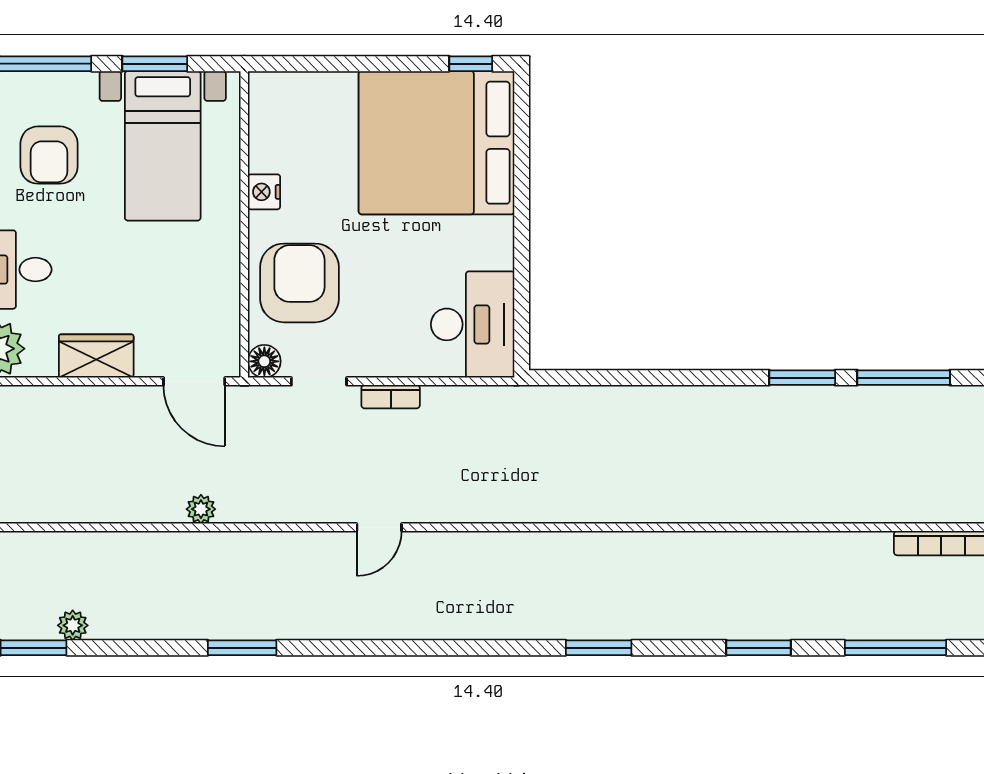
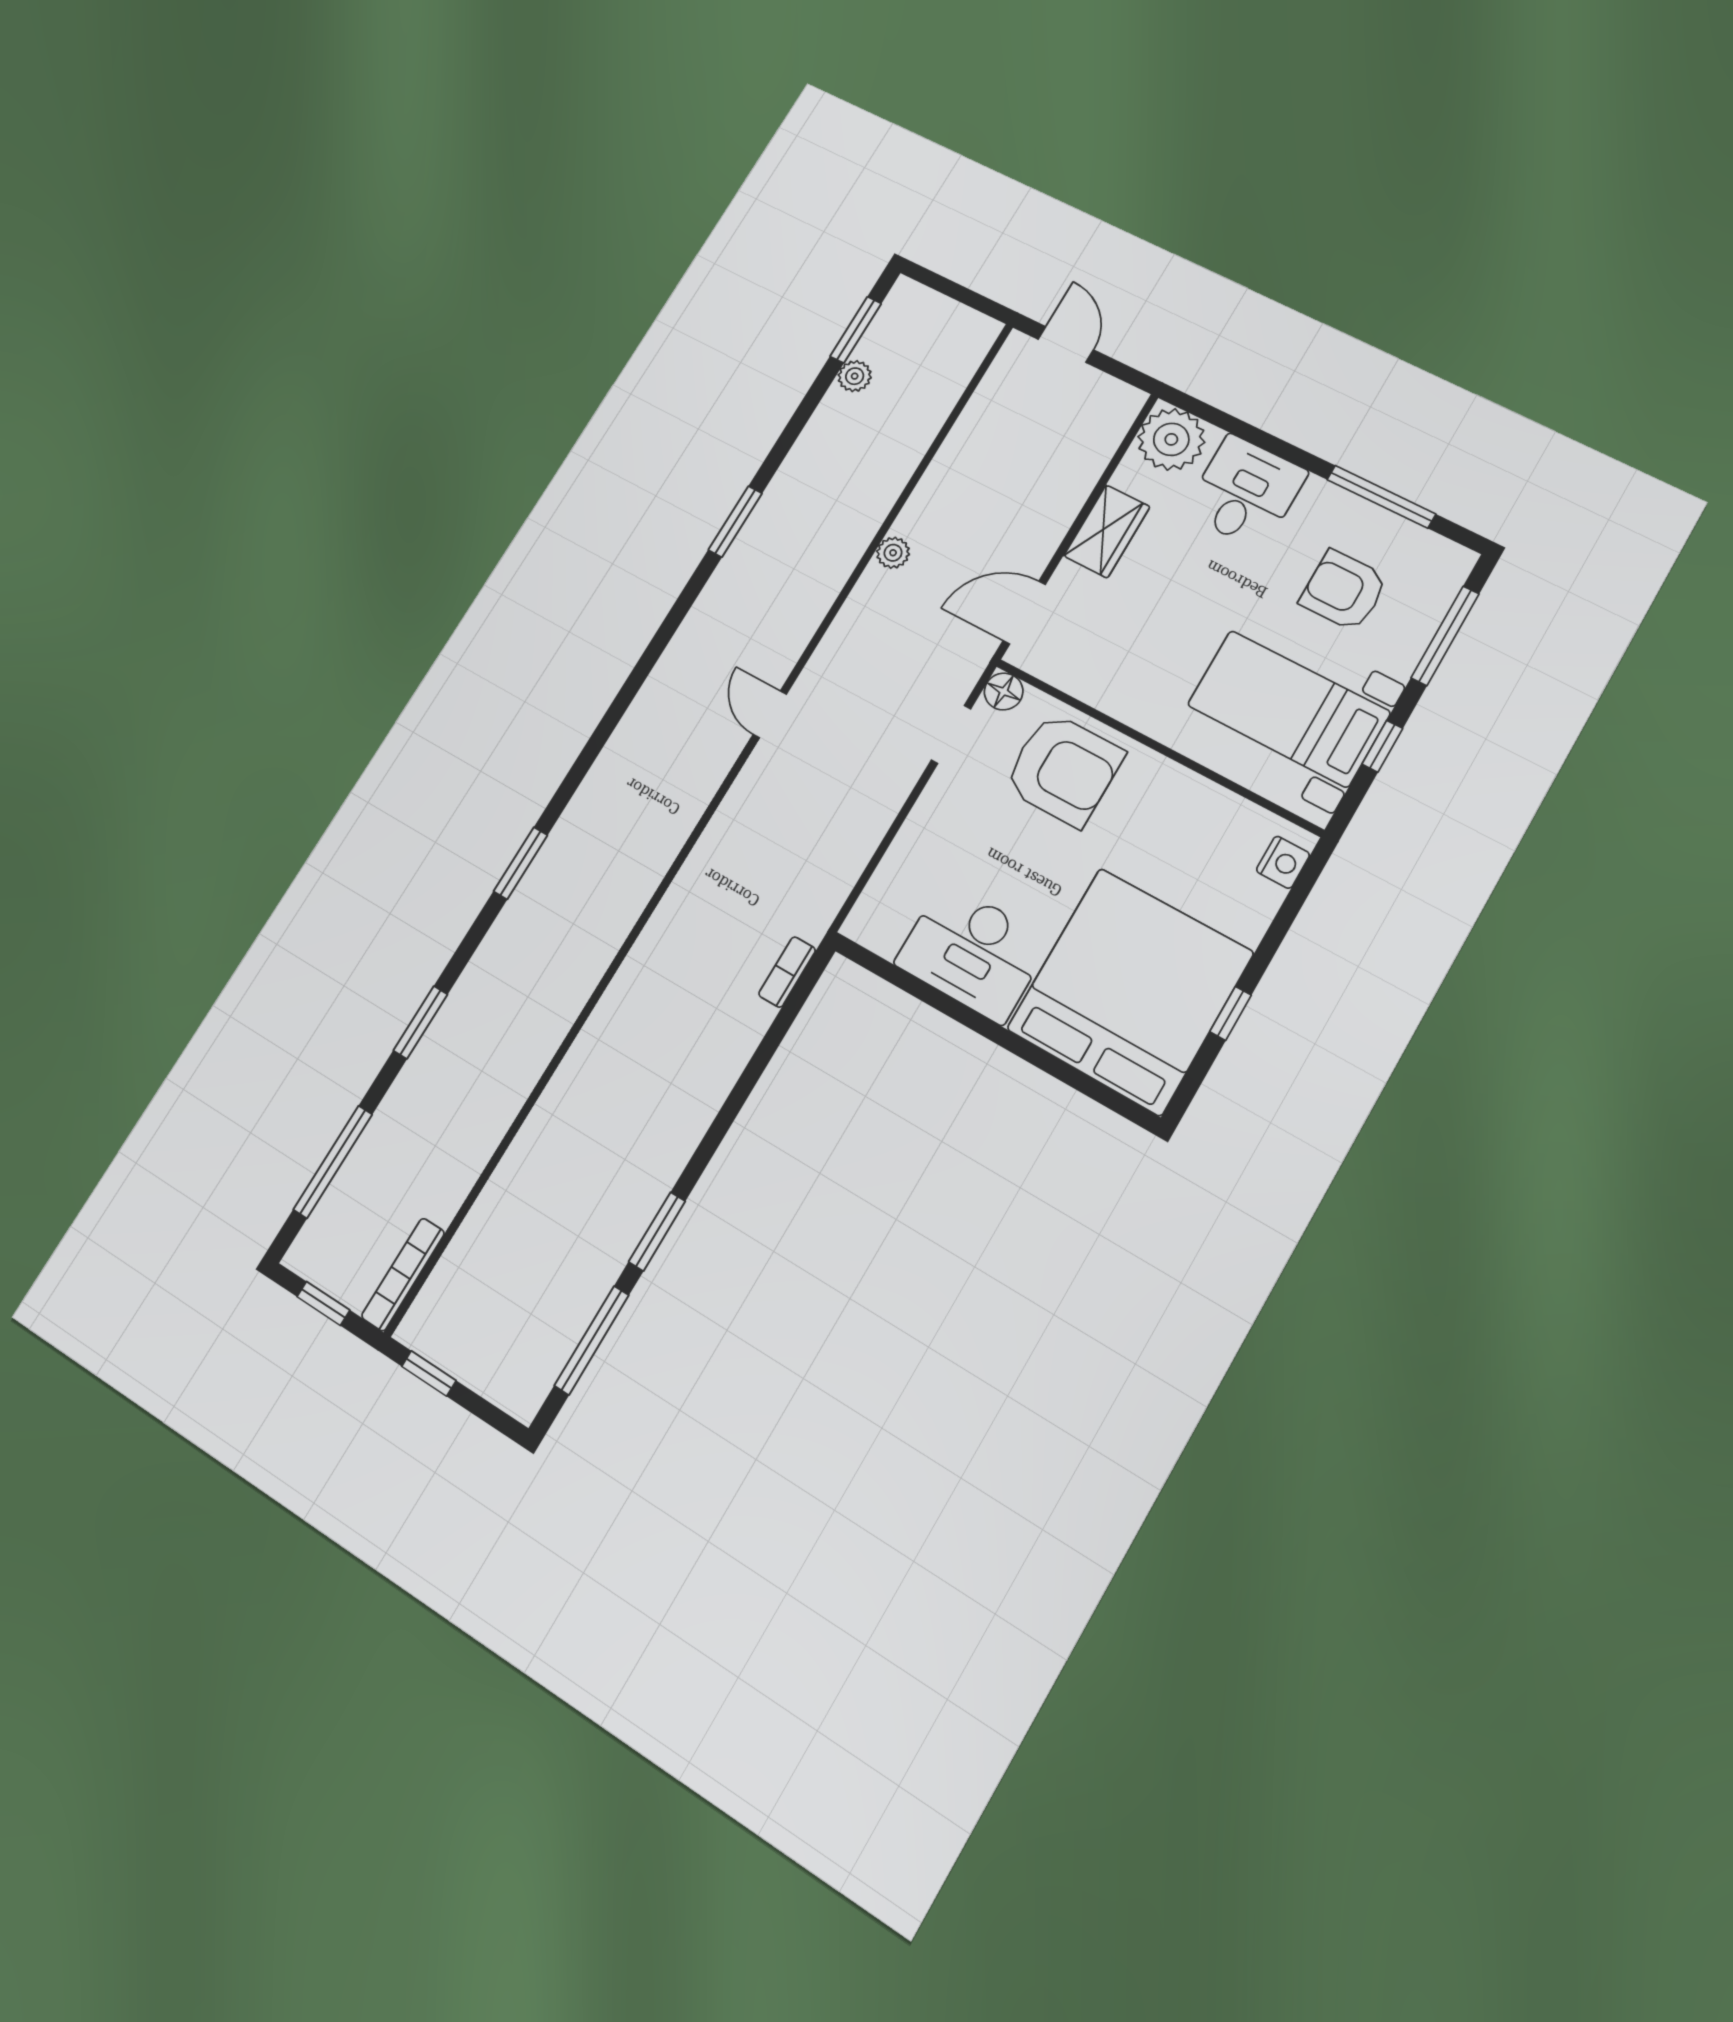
window: (155, 64) -> (1382, 746), width x0.67
window: (471, 64) -> (1231, 1013), moved
nightstand: (264, 192) -> (1283, 862), moved, turned 90
desk: (473, 324) -> (973, 952), moved
bookcase: (391, 397) -> (787, 972), moved

